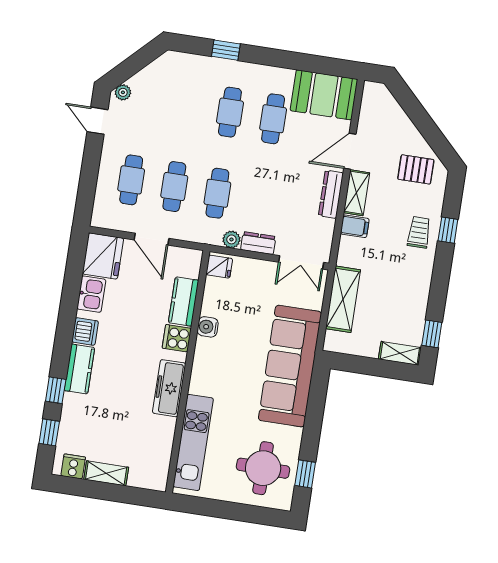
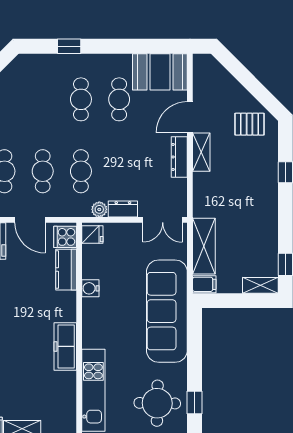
filing cabinet: (355, 226) -> (204, 284), moved
trolley: (419, 232) -> (261, 178), removed
cooker: (177, 338) -> (65, 237), moved

